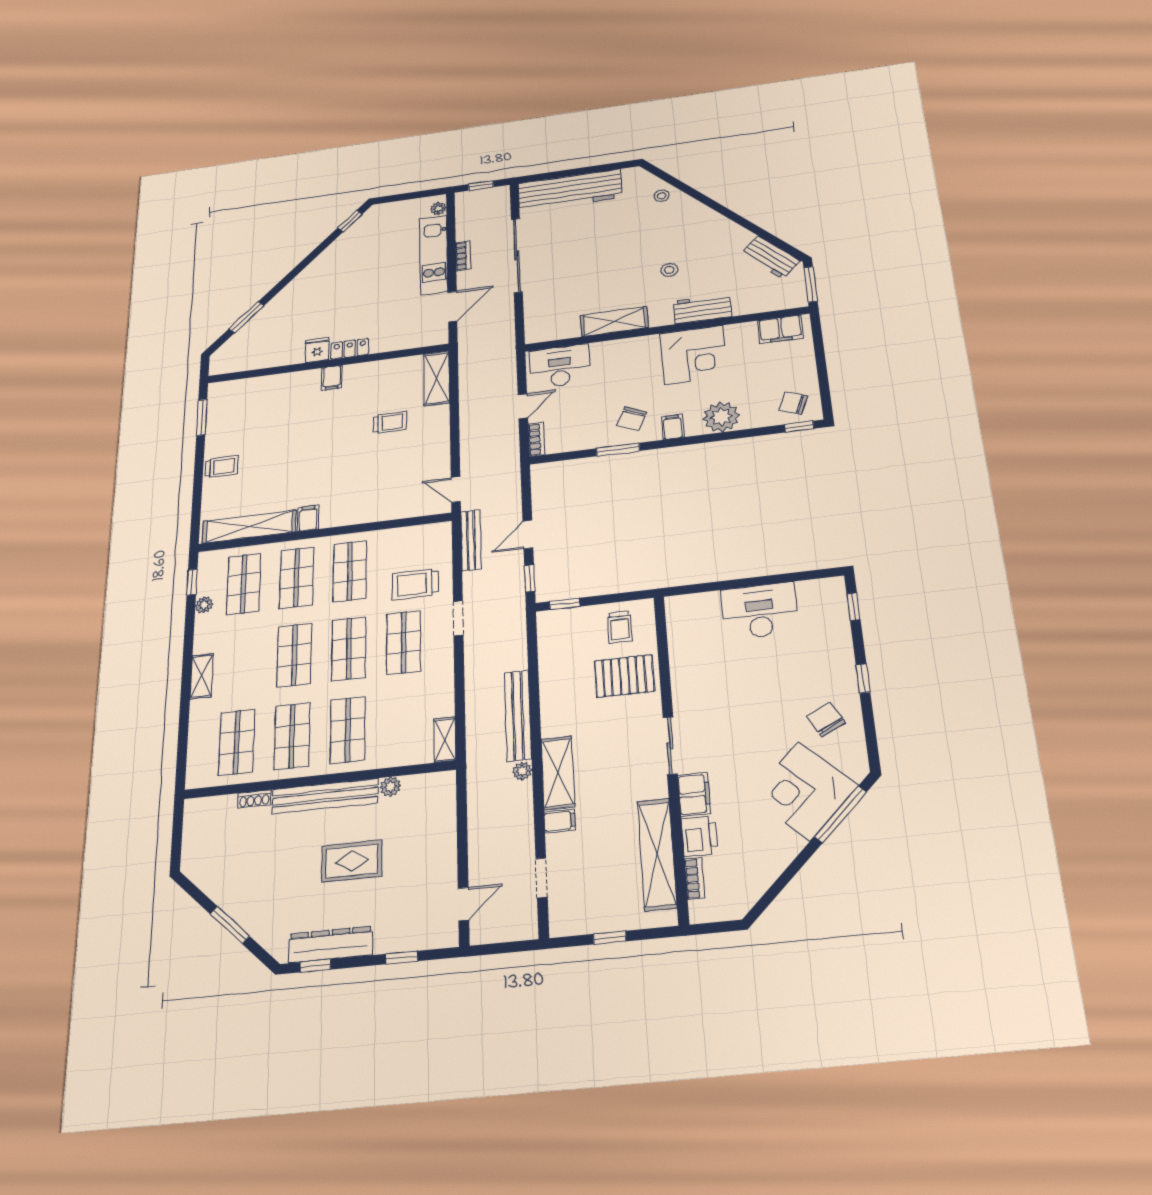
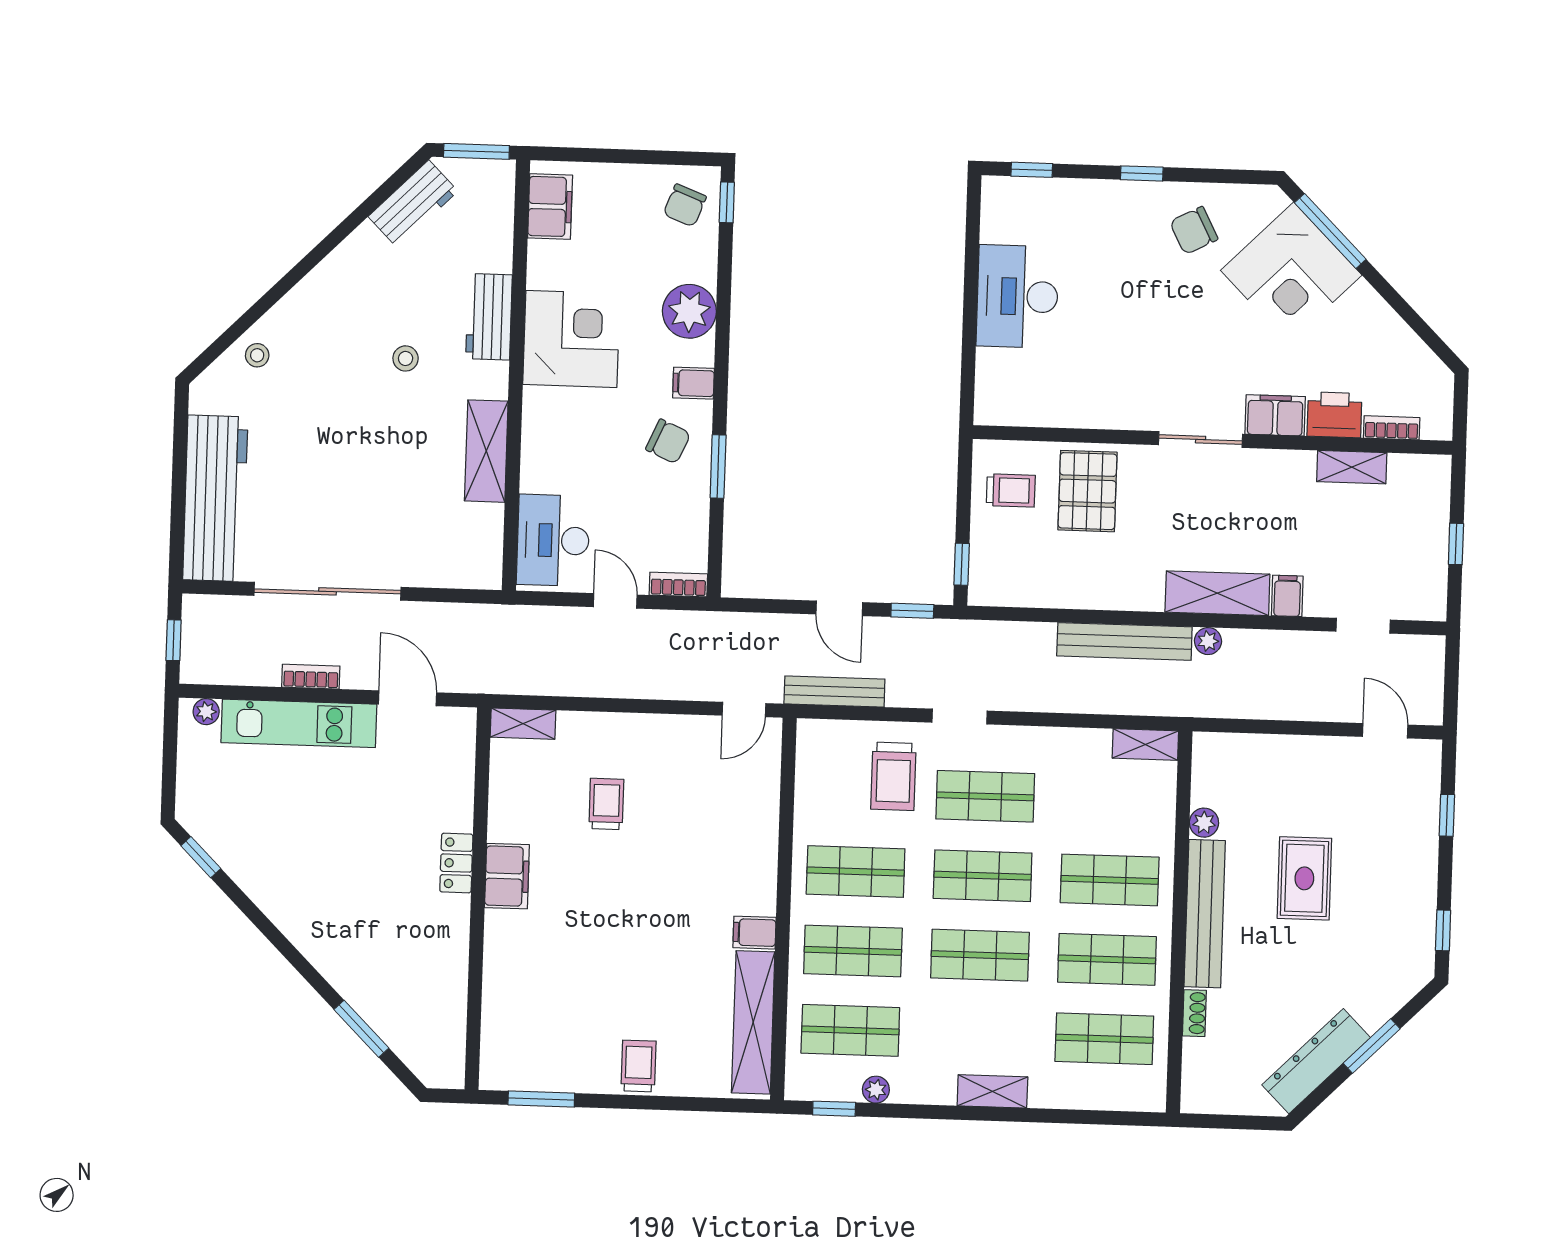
fridge: (317, 350) -> (448, 915), removed
filing cabinet: (332, 378) -> (507, 876), width x2.00
shelving: (437, 378) -> (523, 724), width x0.67, depth x0.75
shelving: (657, 854) -> (1352, 467), width x0.45, depth x0.75
dresser: (330, 945) -> (1316, 1061), moved, turned 45

